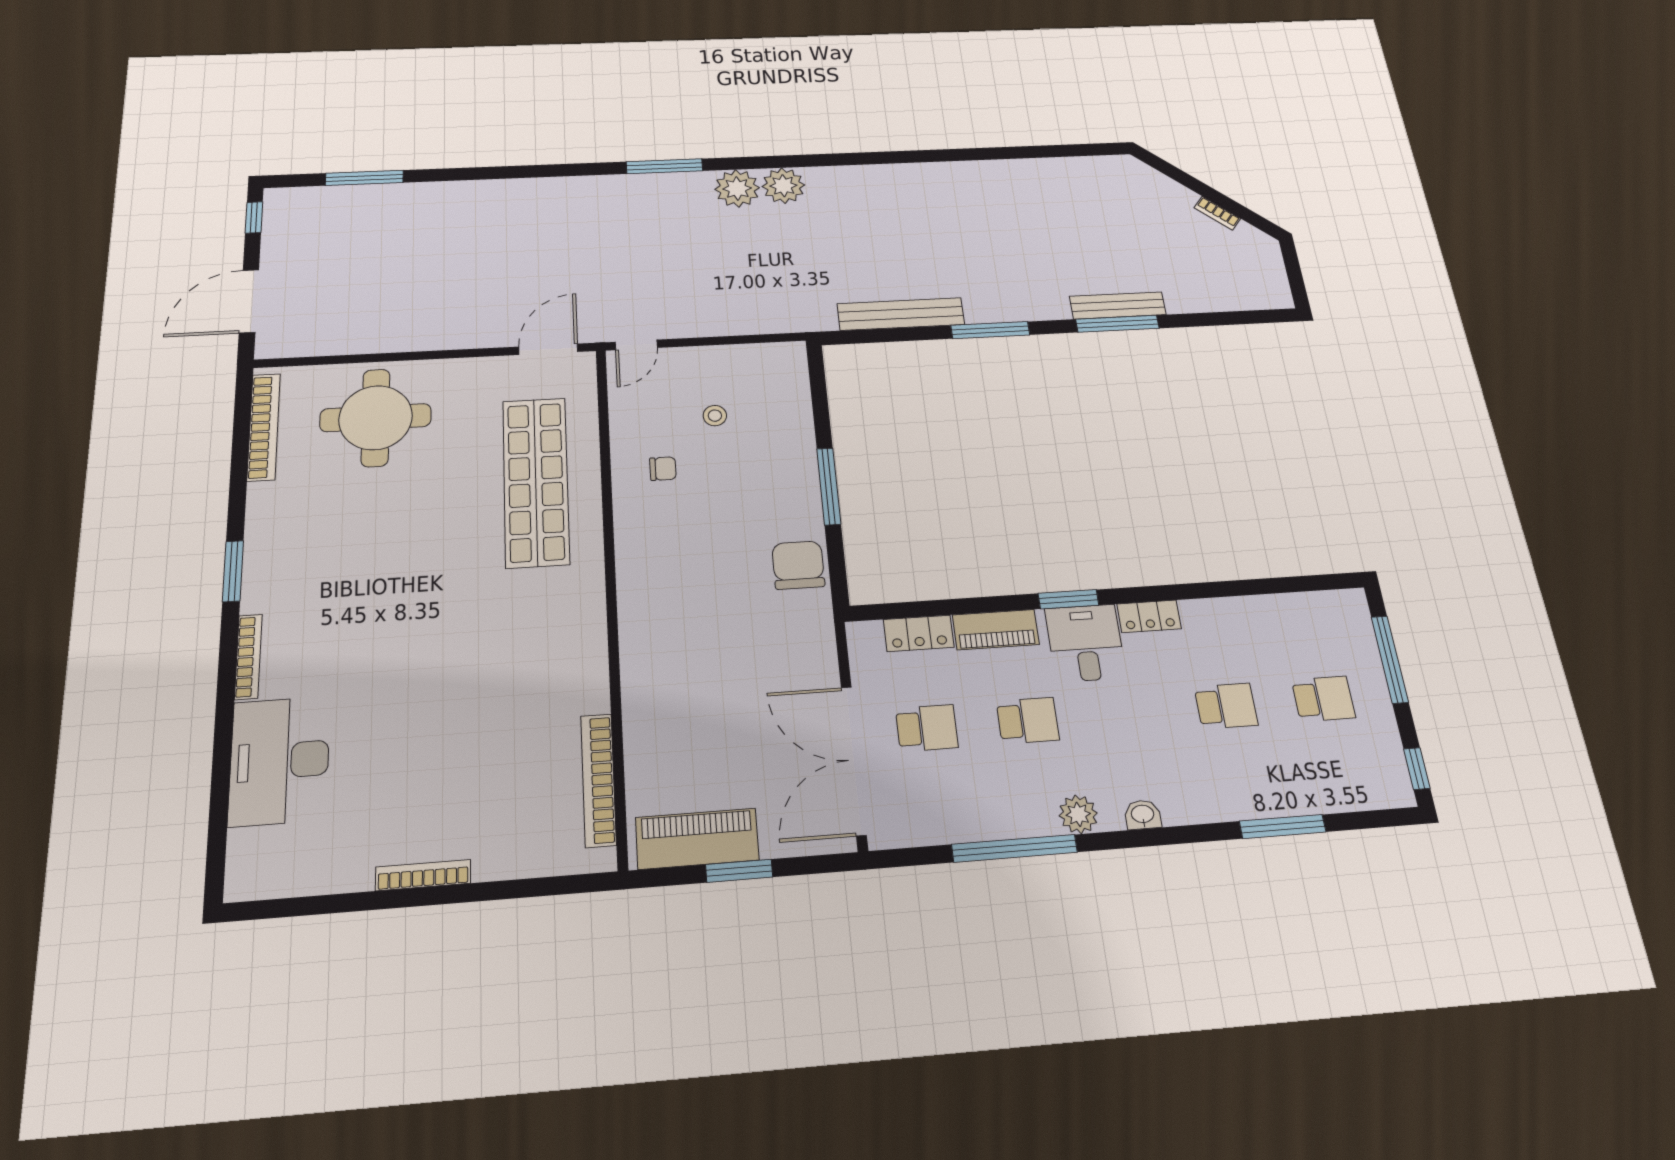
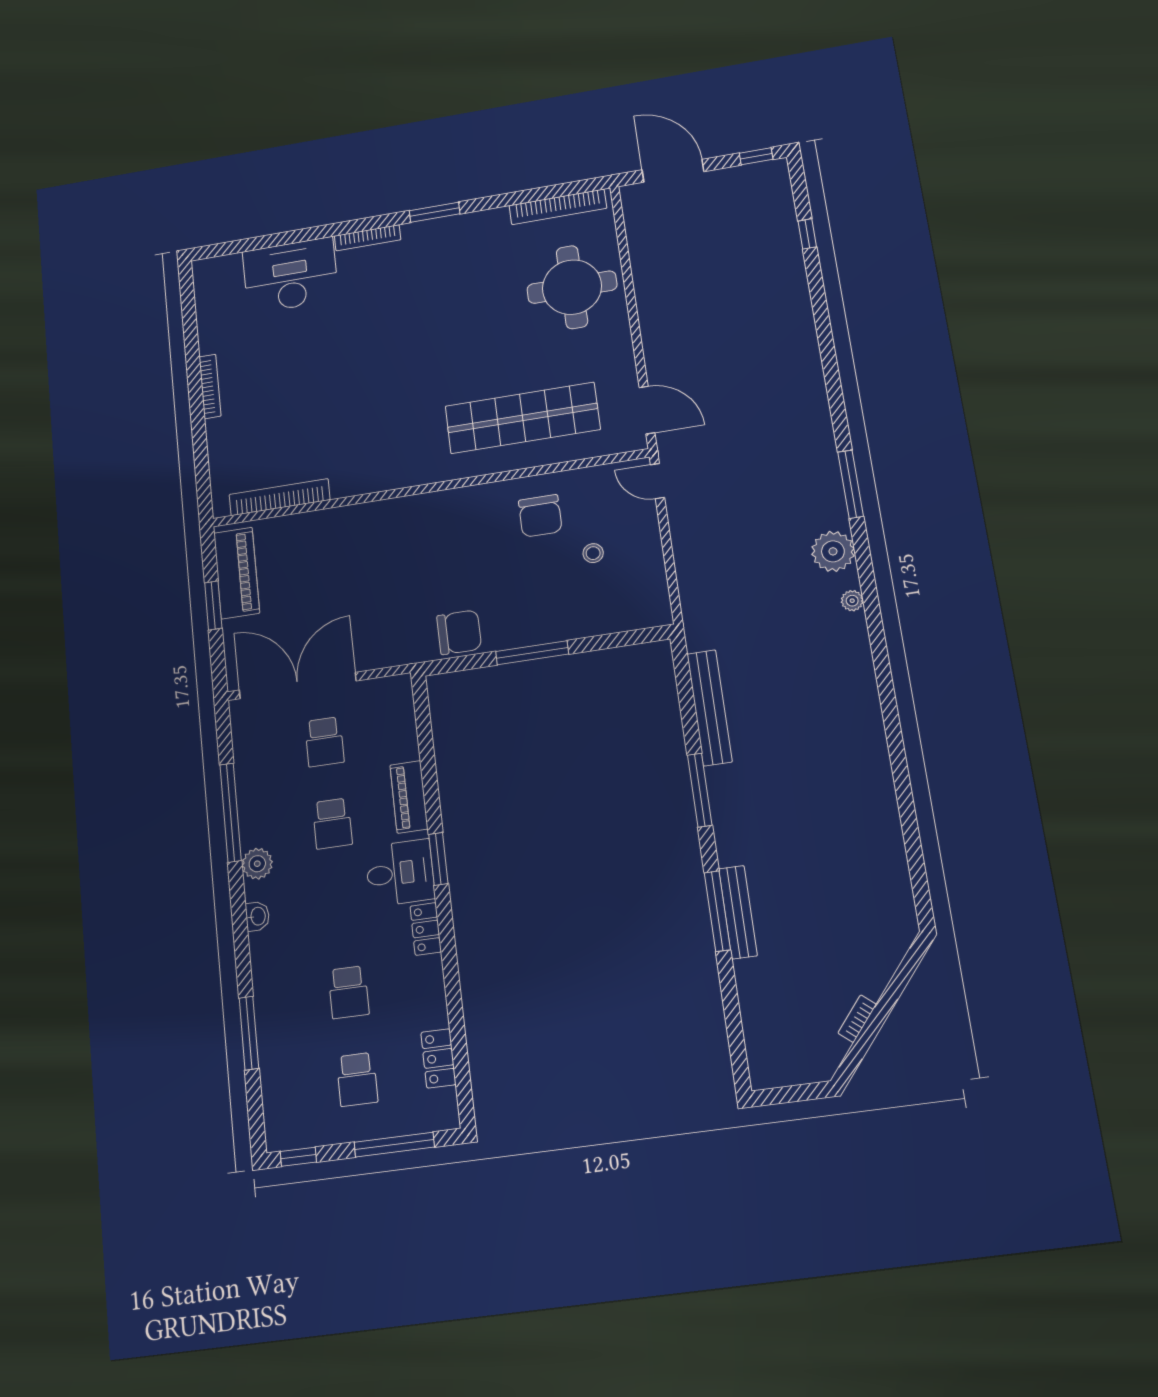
window: (364, 178) -> (807, 234), width x0.46
plant: (783, 186) -> (852, 601), width x0.53, depth x0.53
chair: (663, 469) -> (540, 516), width x1.87, depth x1.87
locker: (919, 633) -> (438, 1058), moved

